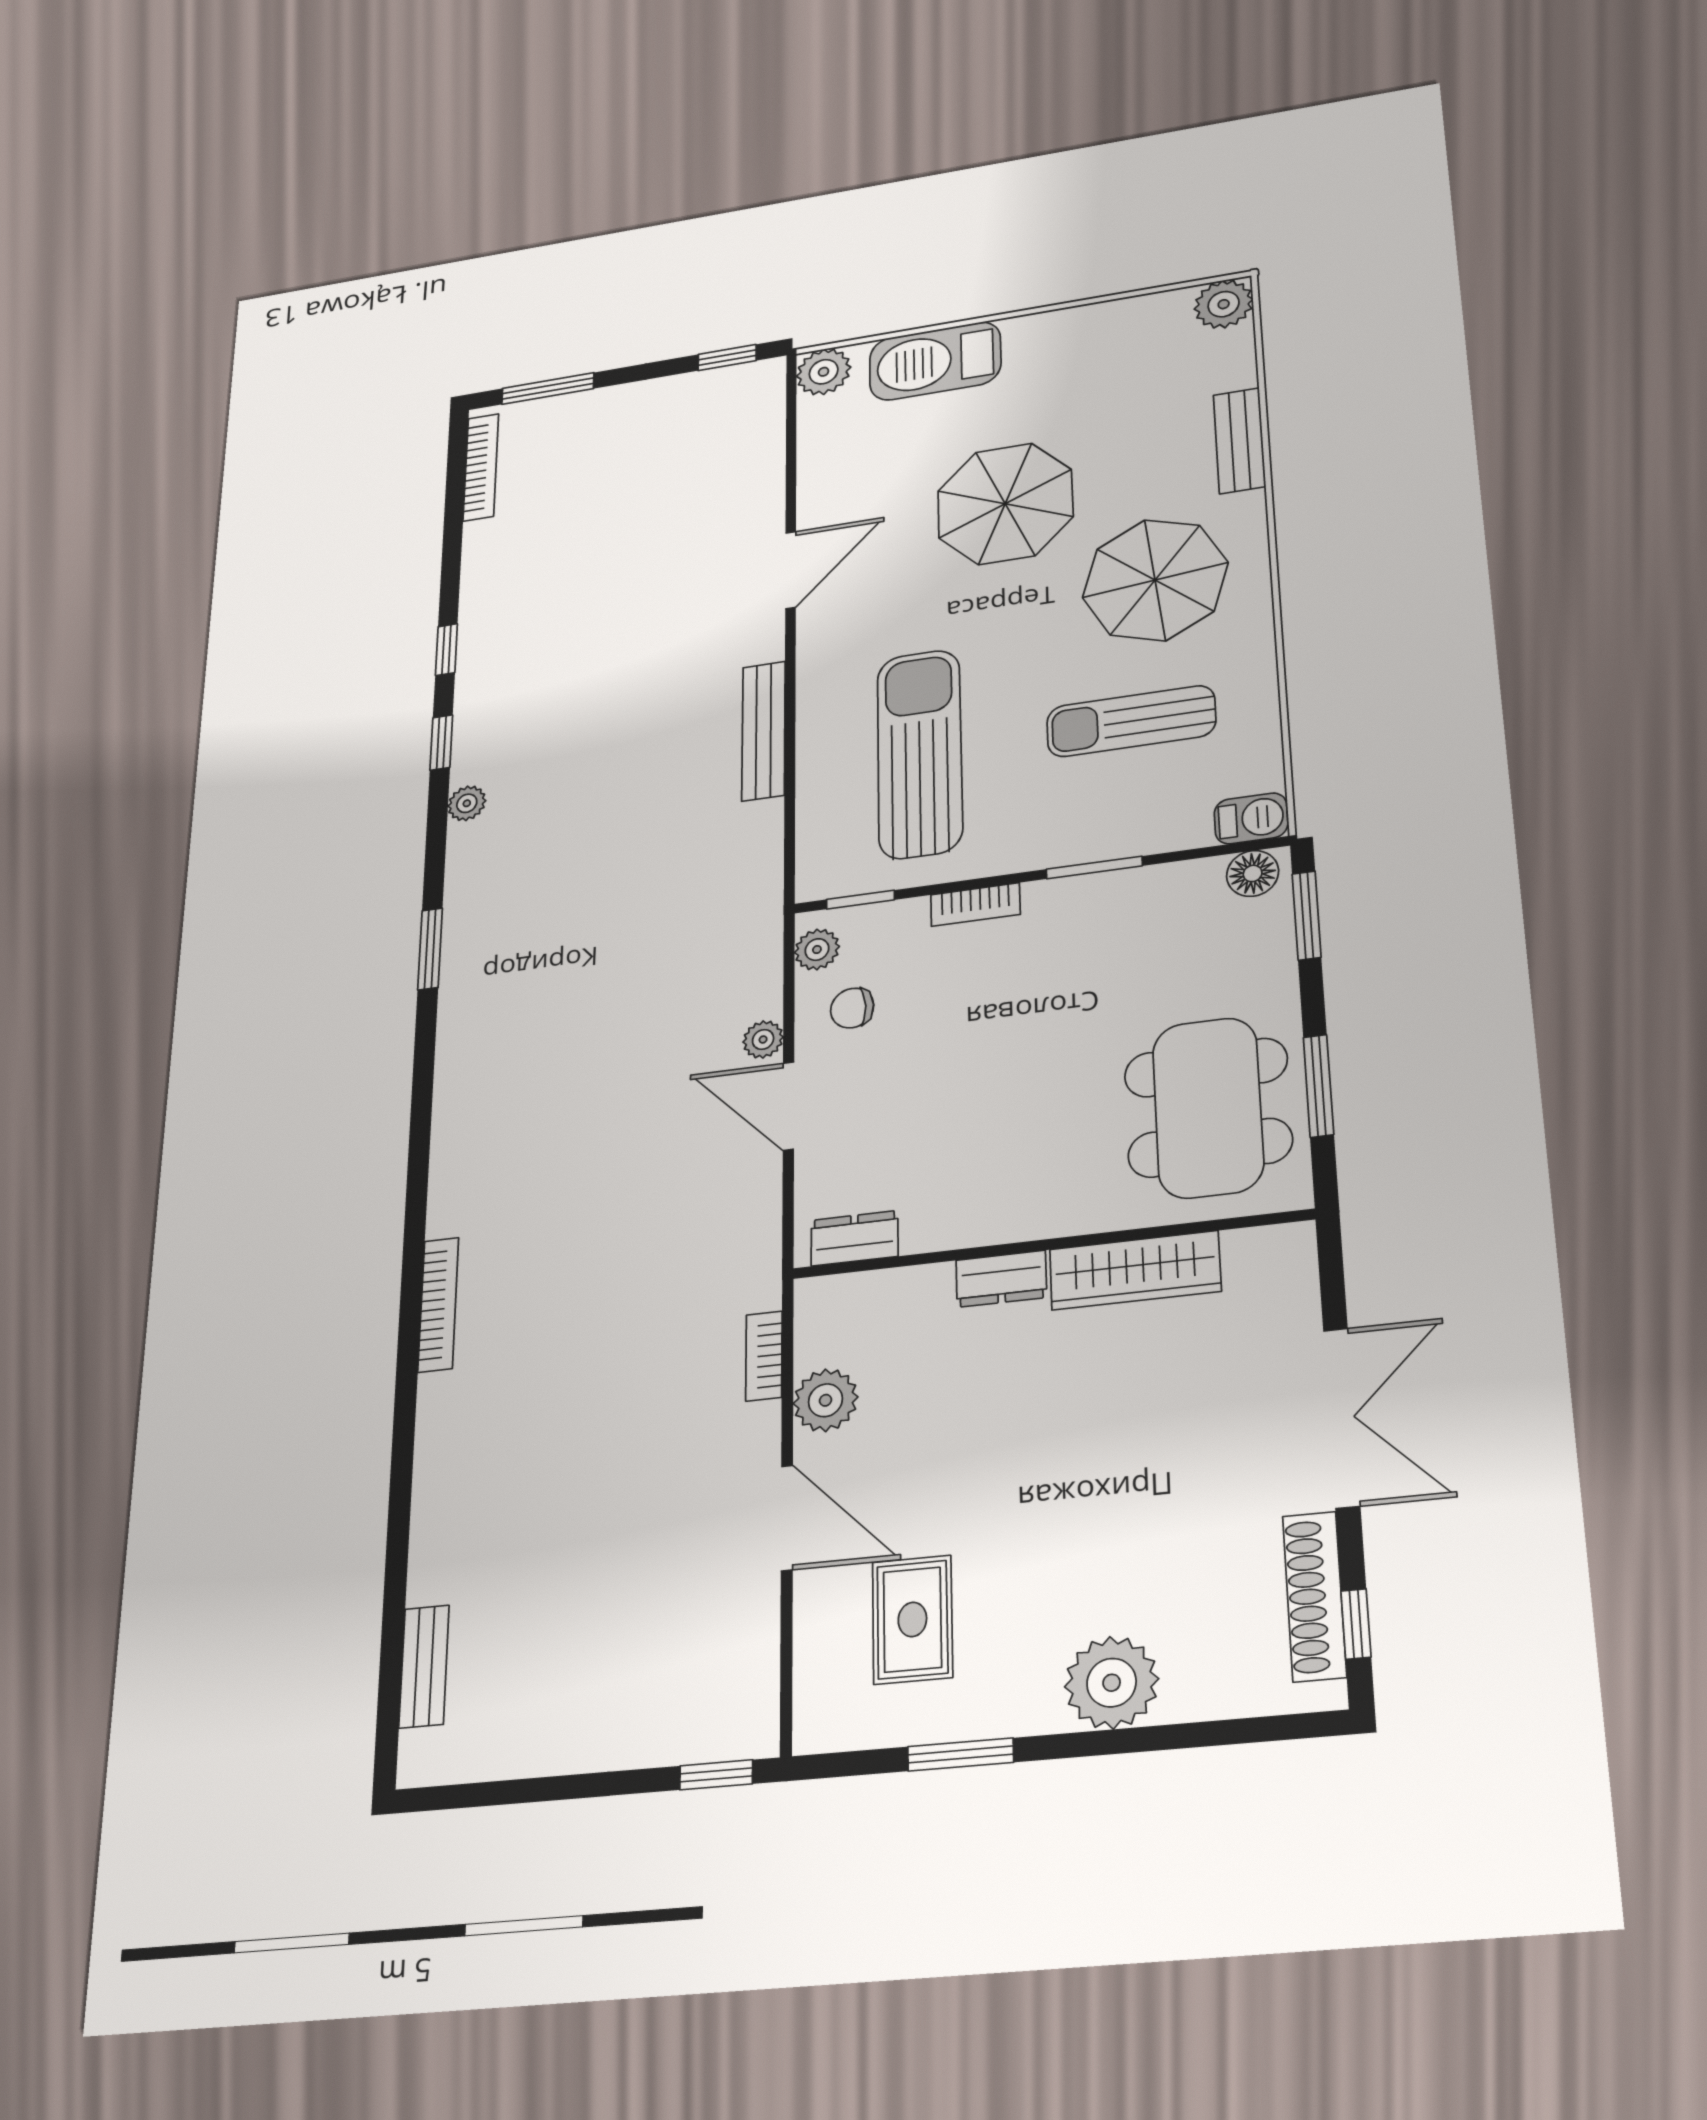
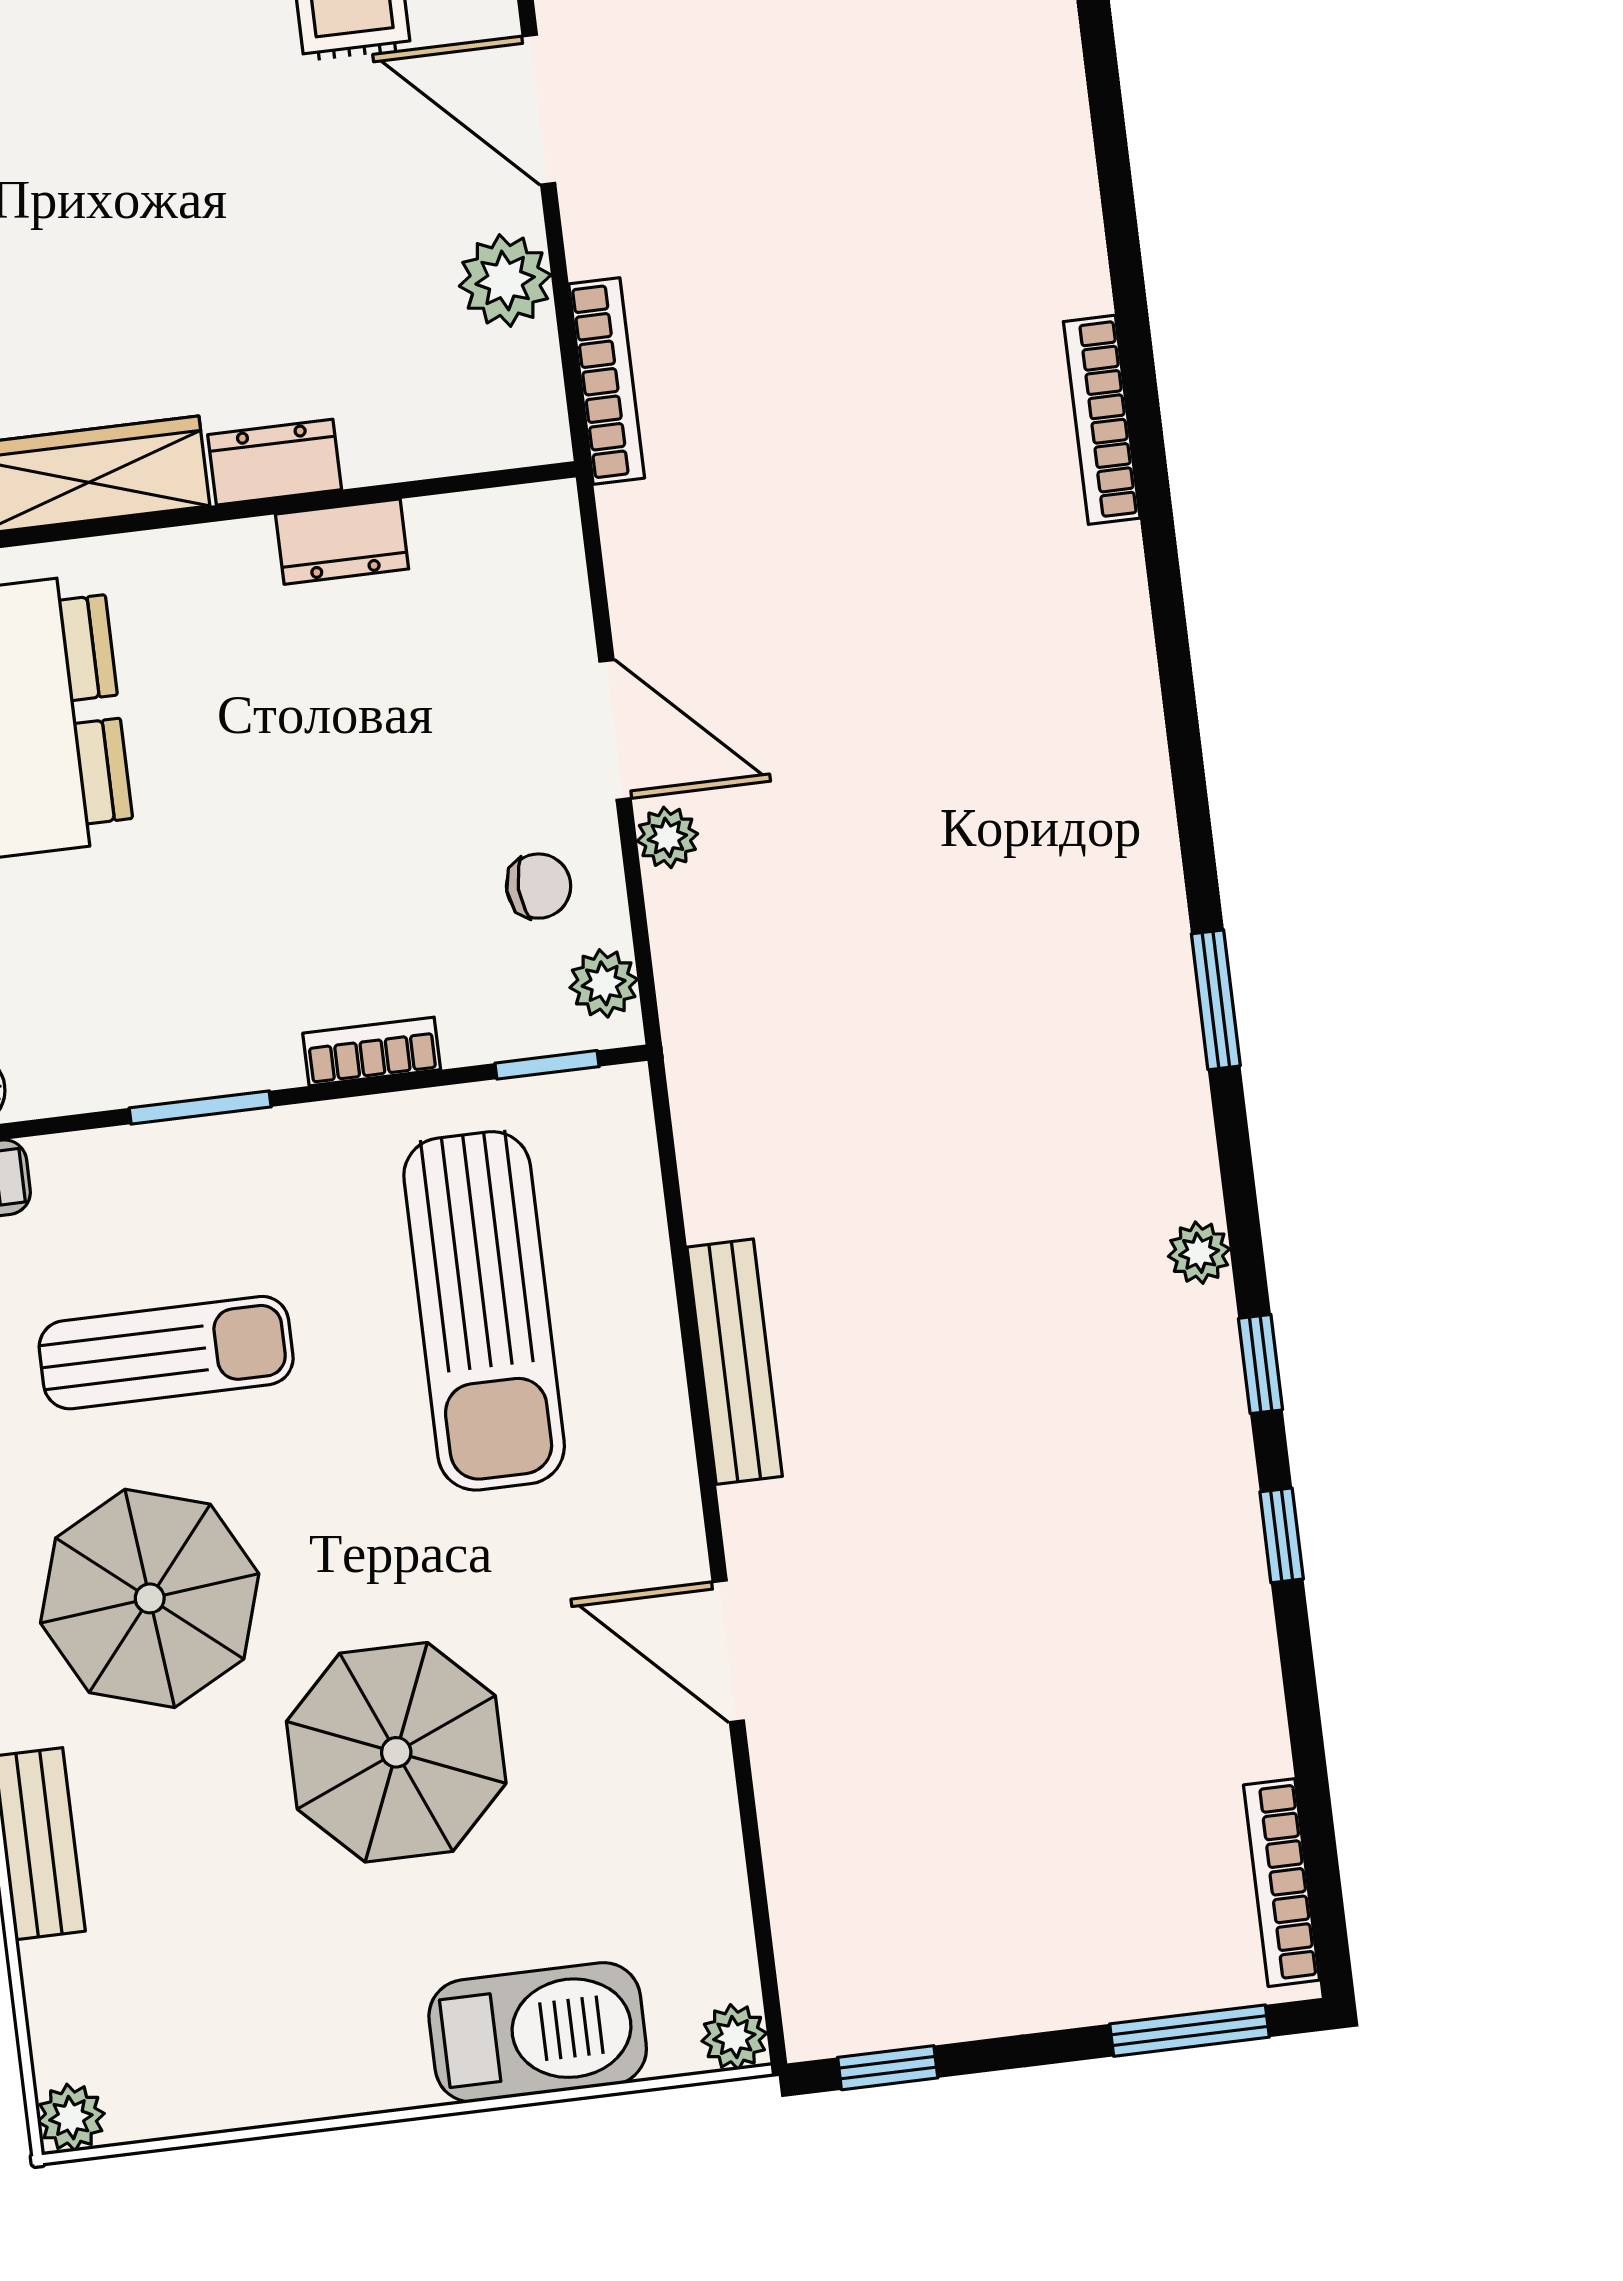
plant: (1224, 304) -> (71, 2118), width x0.73, depth x0.73
plant: (824, 372) -> (734, 2037), width x0.73, depth x0.73
door: (791, 570) -> (728, 1651), hinge flipped
dresser: (854, 1238) -> (342, 542), moved
bookcase: (764, 1356) -> (607, 381), width x1.56

